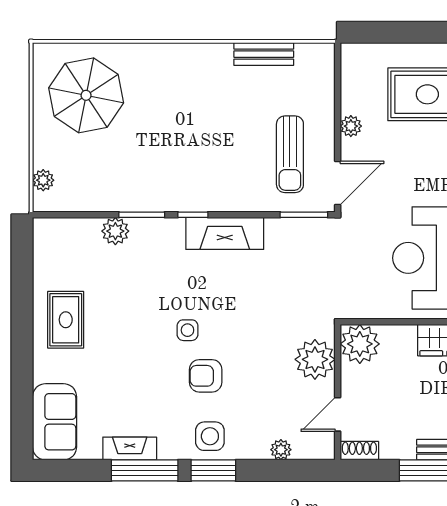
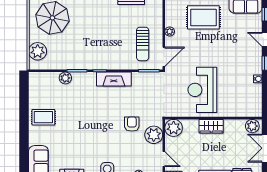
plant: (43, 180) -> (38, 51), width x1.88, depth x1.88
rug: (66, 320) -> (43, 117), turned 90
side table: (187, 330) -> (97, 122), removed
armchair: (206, 376) -> (132, 124), moved, turned 90
door: (338, 414) -> (164, 159), swing flipped

